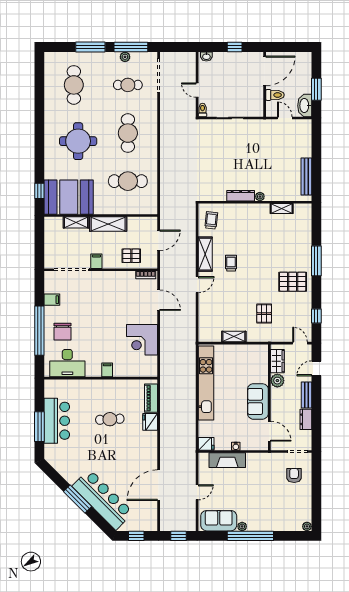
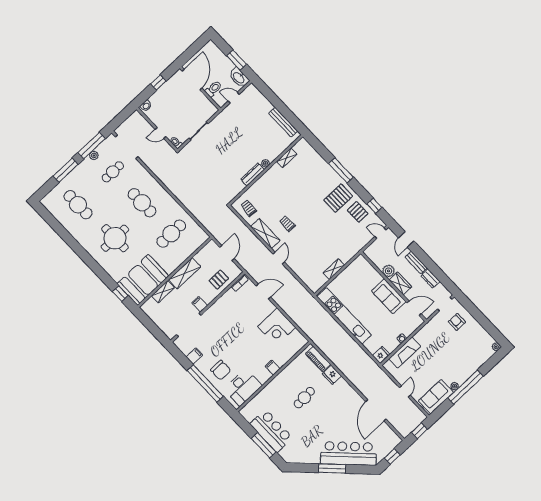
pallet: (264, 314) -> (358, 212), moved
wardrobe: (277, 361) -> (400, 283), moved

